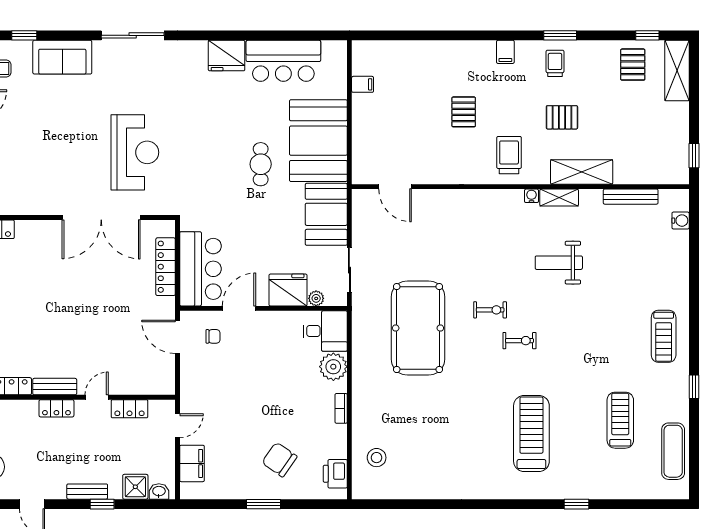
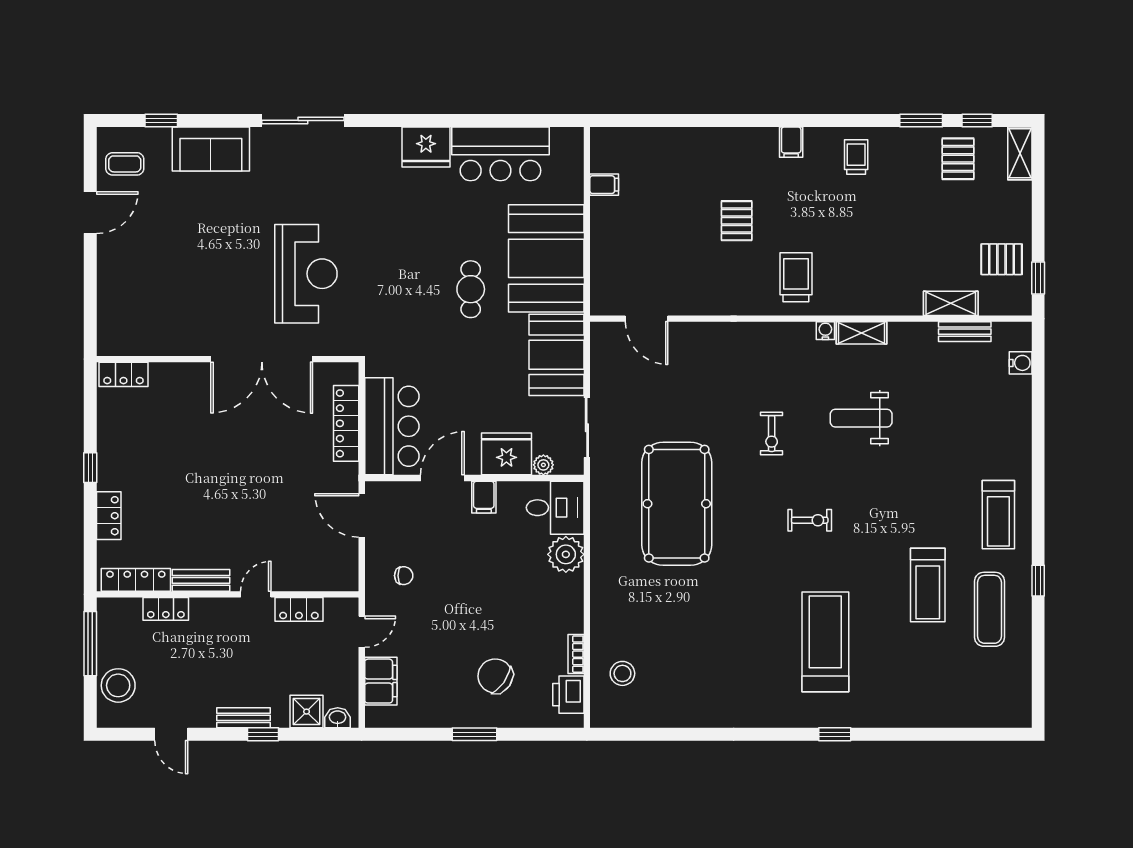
window: (560, 35) -> (921, 120), moved
shelving: (677, 71) -> (1020, 153), width x0.67, depth x0.75
pallet: (562, 117) -> (1002, 259), moved
shelving: (582, 172) -> (951, 303), moved, width x0.67, depth x0.75
bench: (631, 197) -> (965, 332), width x0.73
exercise bike: (490, 310) -> (772, 434), moved, turned 90
filing cabinet: (271, 323) -> (484, 497), added
chair: (213, 336) -> (404, 576), moved
locker: (56, 408) -> (166, 609), moved
bookcase: (341, 408) -> (576, 654), moved
treadmill: (620, 420) -> (928, 585), moved, turned 180
exercise mat: (673, 451) -> (989, 609), moved
window: (576, 504) -> (835, 734), moved

